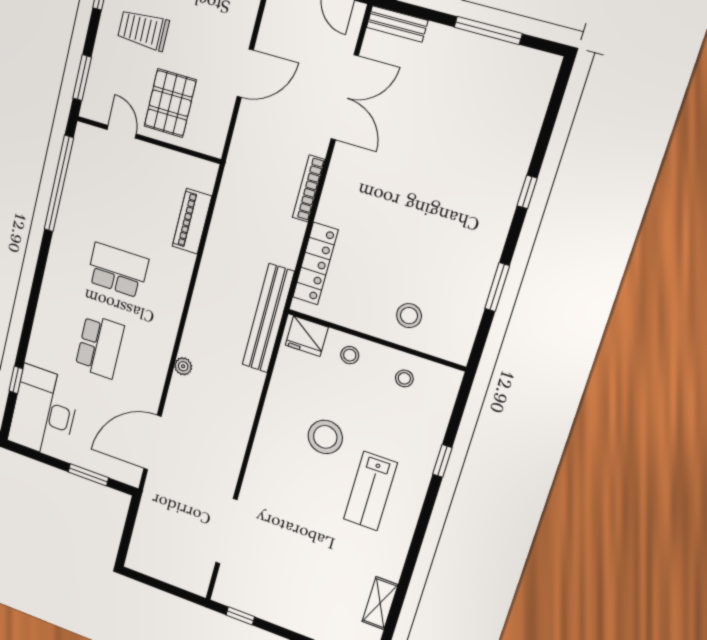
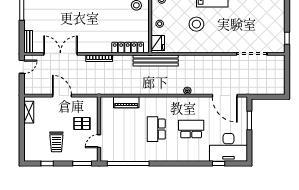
pallet: (170, 103) -> (82, 123), width x0.67, depth x0.71

